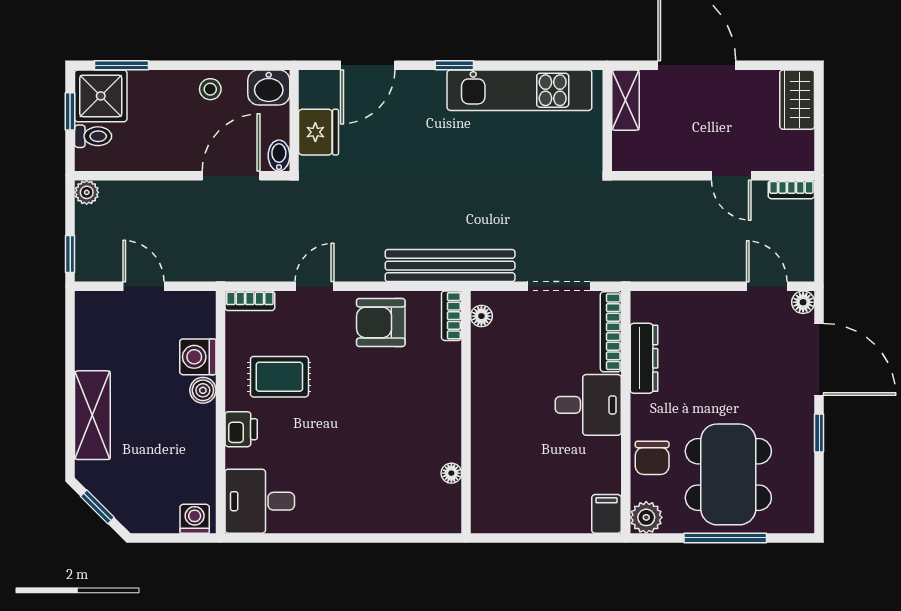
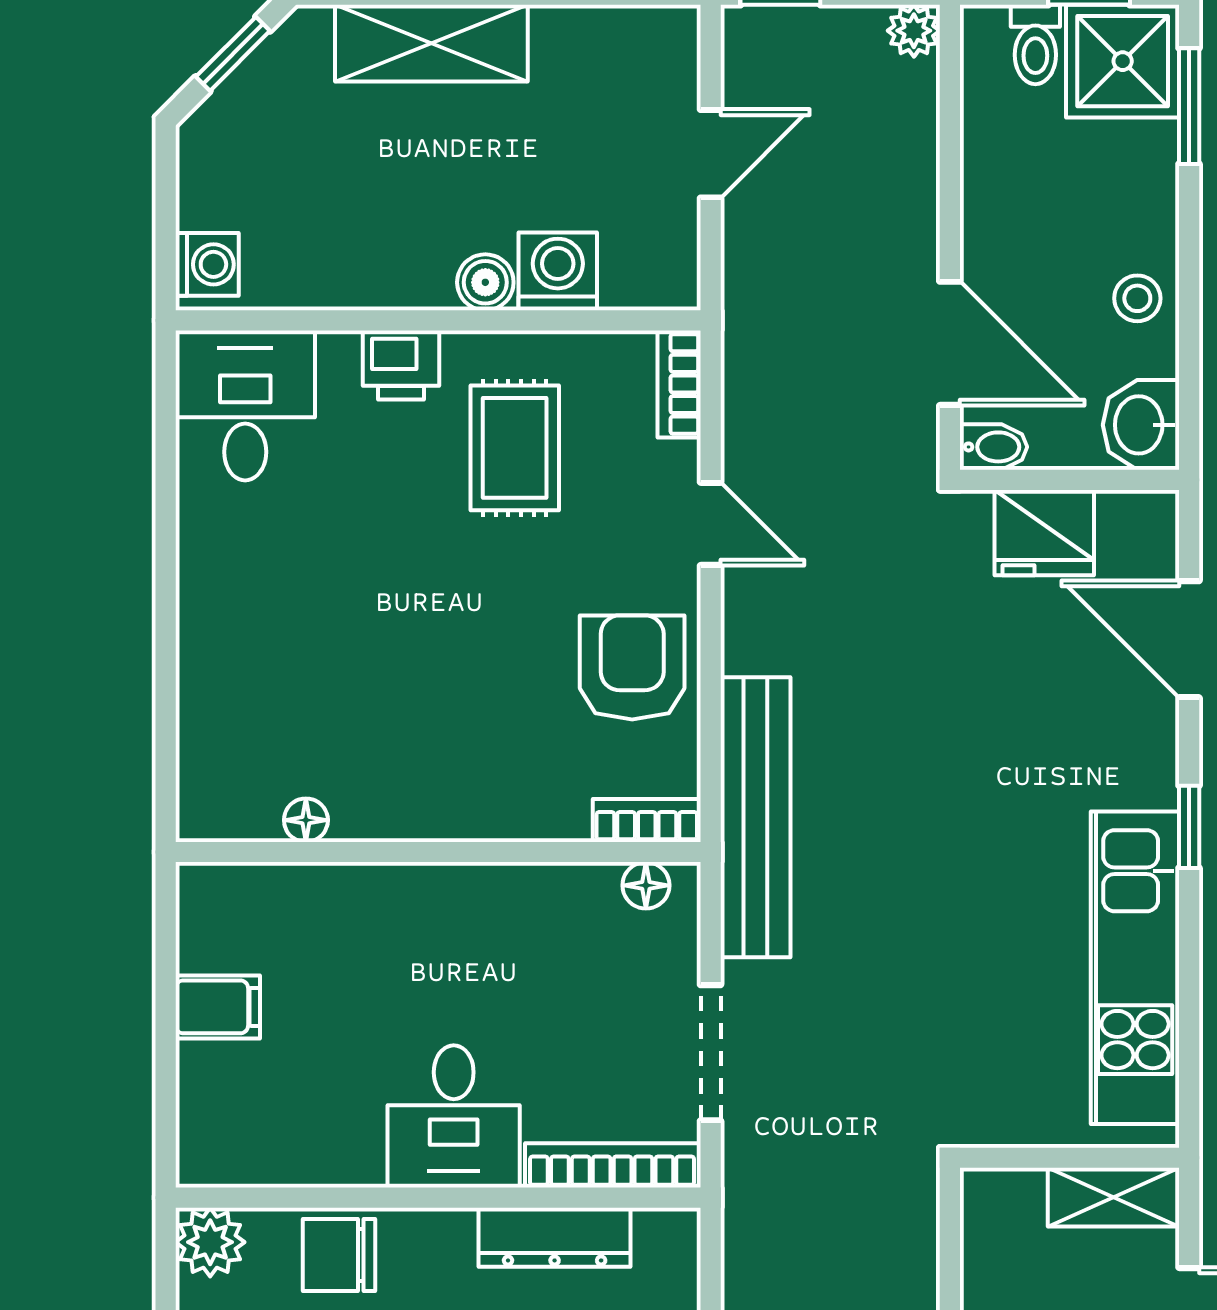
filing cabinet: (606, 514) -> (218, 1007), moved

